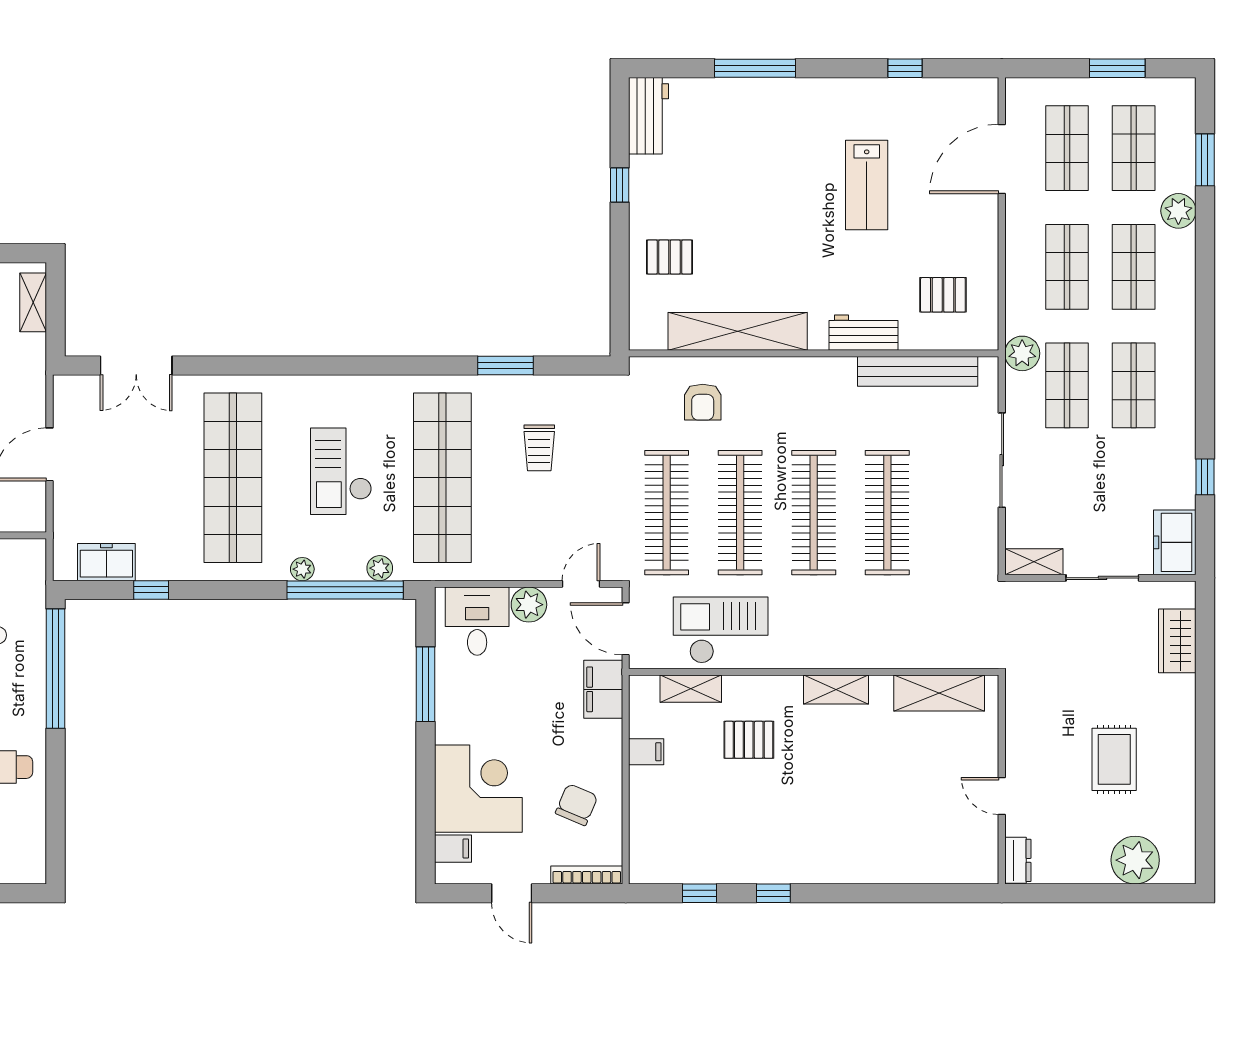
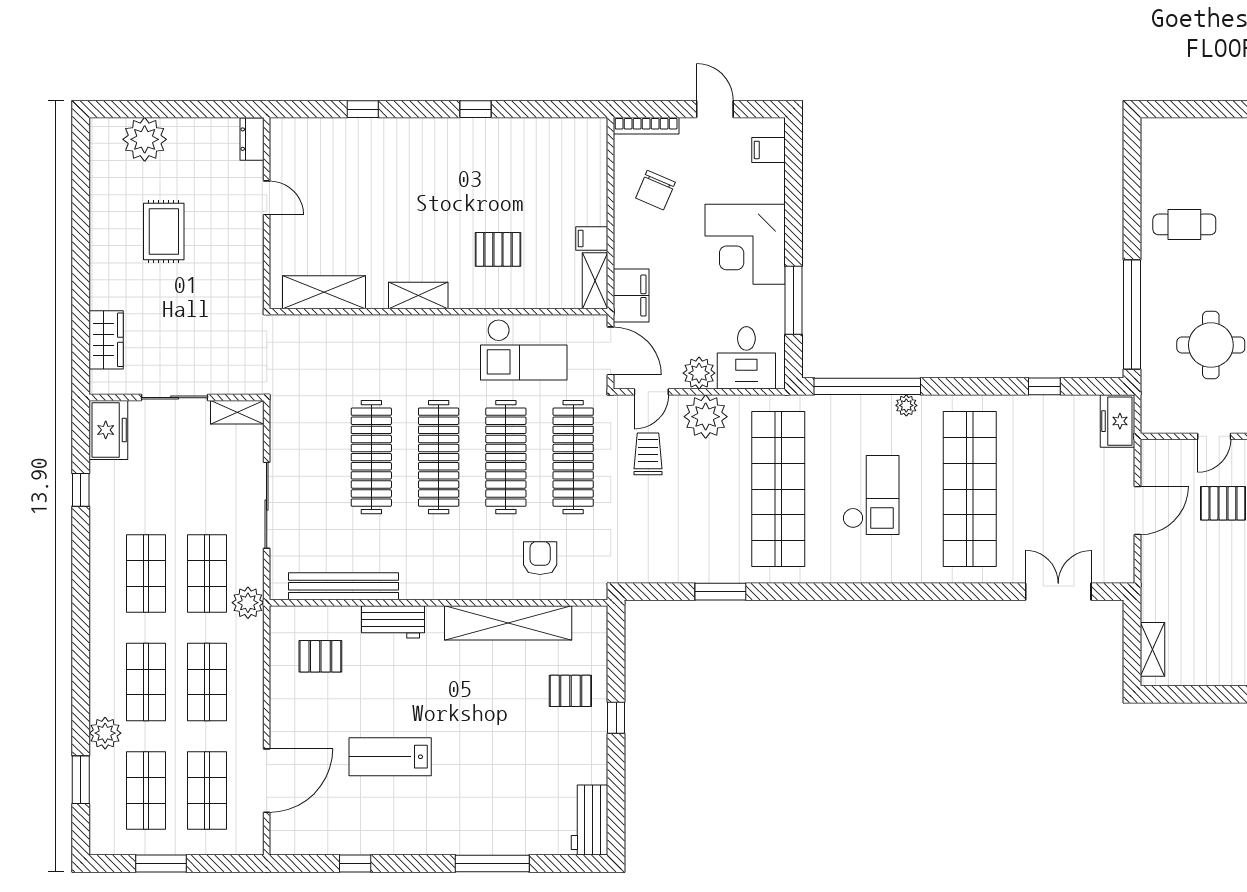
window: (620, 185) -> (616, 718), moved
lab bench: (867, 185) -> (390, 757), turned -90
trolley: (539, 448) -> (648, 454), moved
freezer: (106, 562) -> (1118, 421), moved, turned 90
plant: (380, 568) -> (706, 417), moved, width x1.87, depth x1.87
shelving: (691, 689) -> (595, 281), moved, turned 90
corner desk: (478, 789) -> (745, 244), moved
window: (699, 893) -> (363, 109), moved

